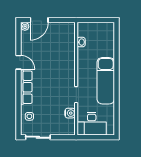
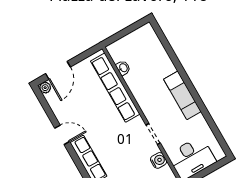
row of seats: (69, 52) -> (115, 88), added
exam couch: (106, 81) -> (182, 95), width x0.73, depth x0.69

